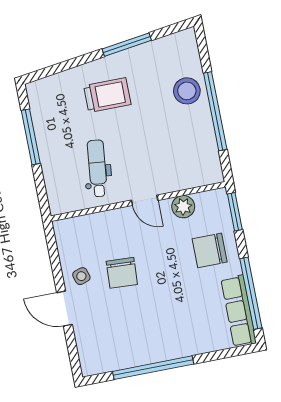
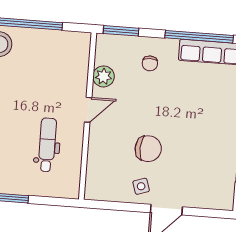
dental chair: (97, 168) -> (47, 145), turned 84
chair: (210, 250) -> (150, 63), width x0.54, depth x0.54

